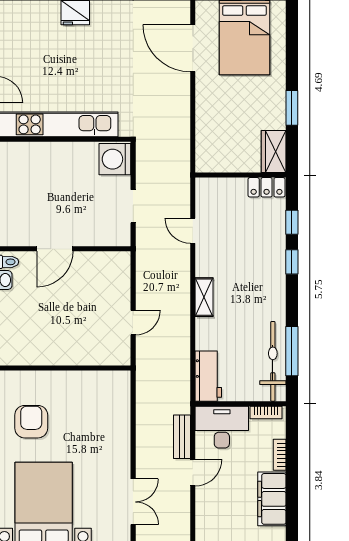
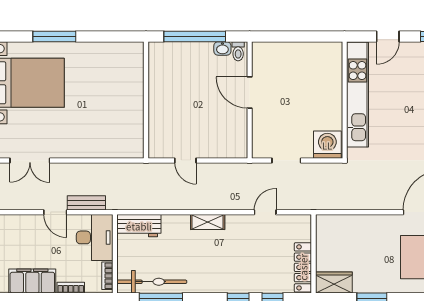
locker: (267, 187) -> (303, 267), width x1.53
armchair: (31, 422) -> (99, 72), removed

